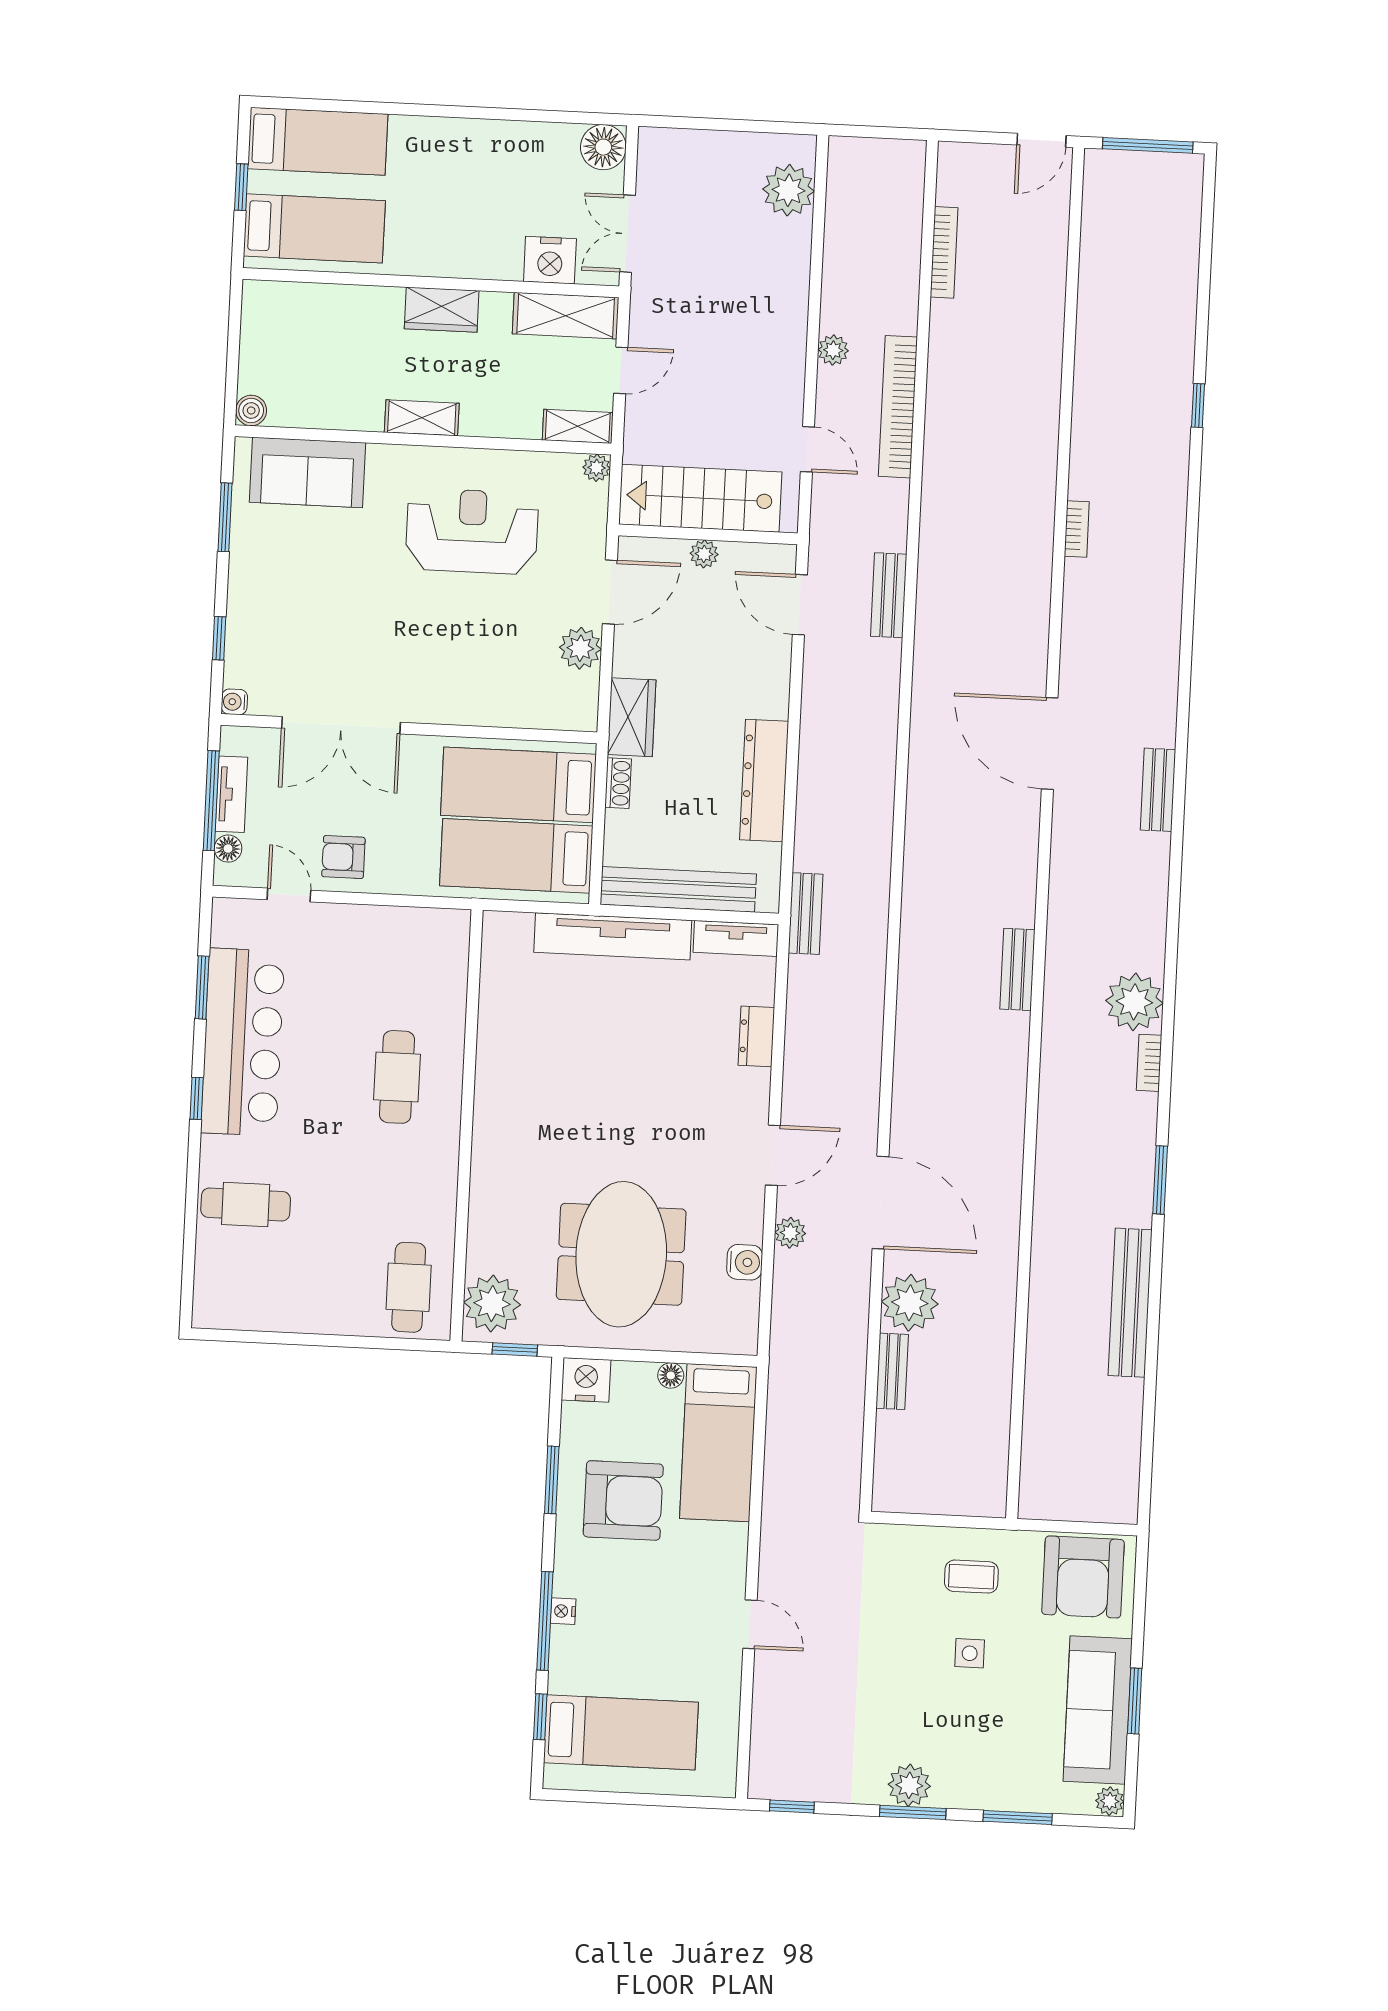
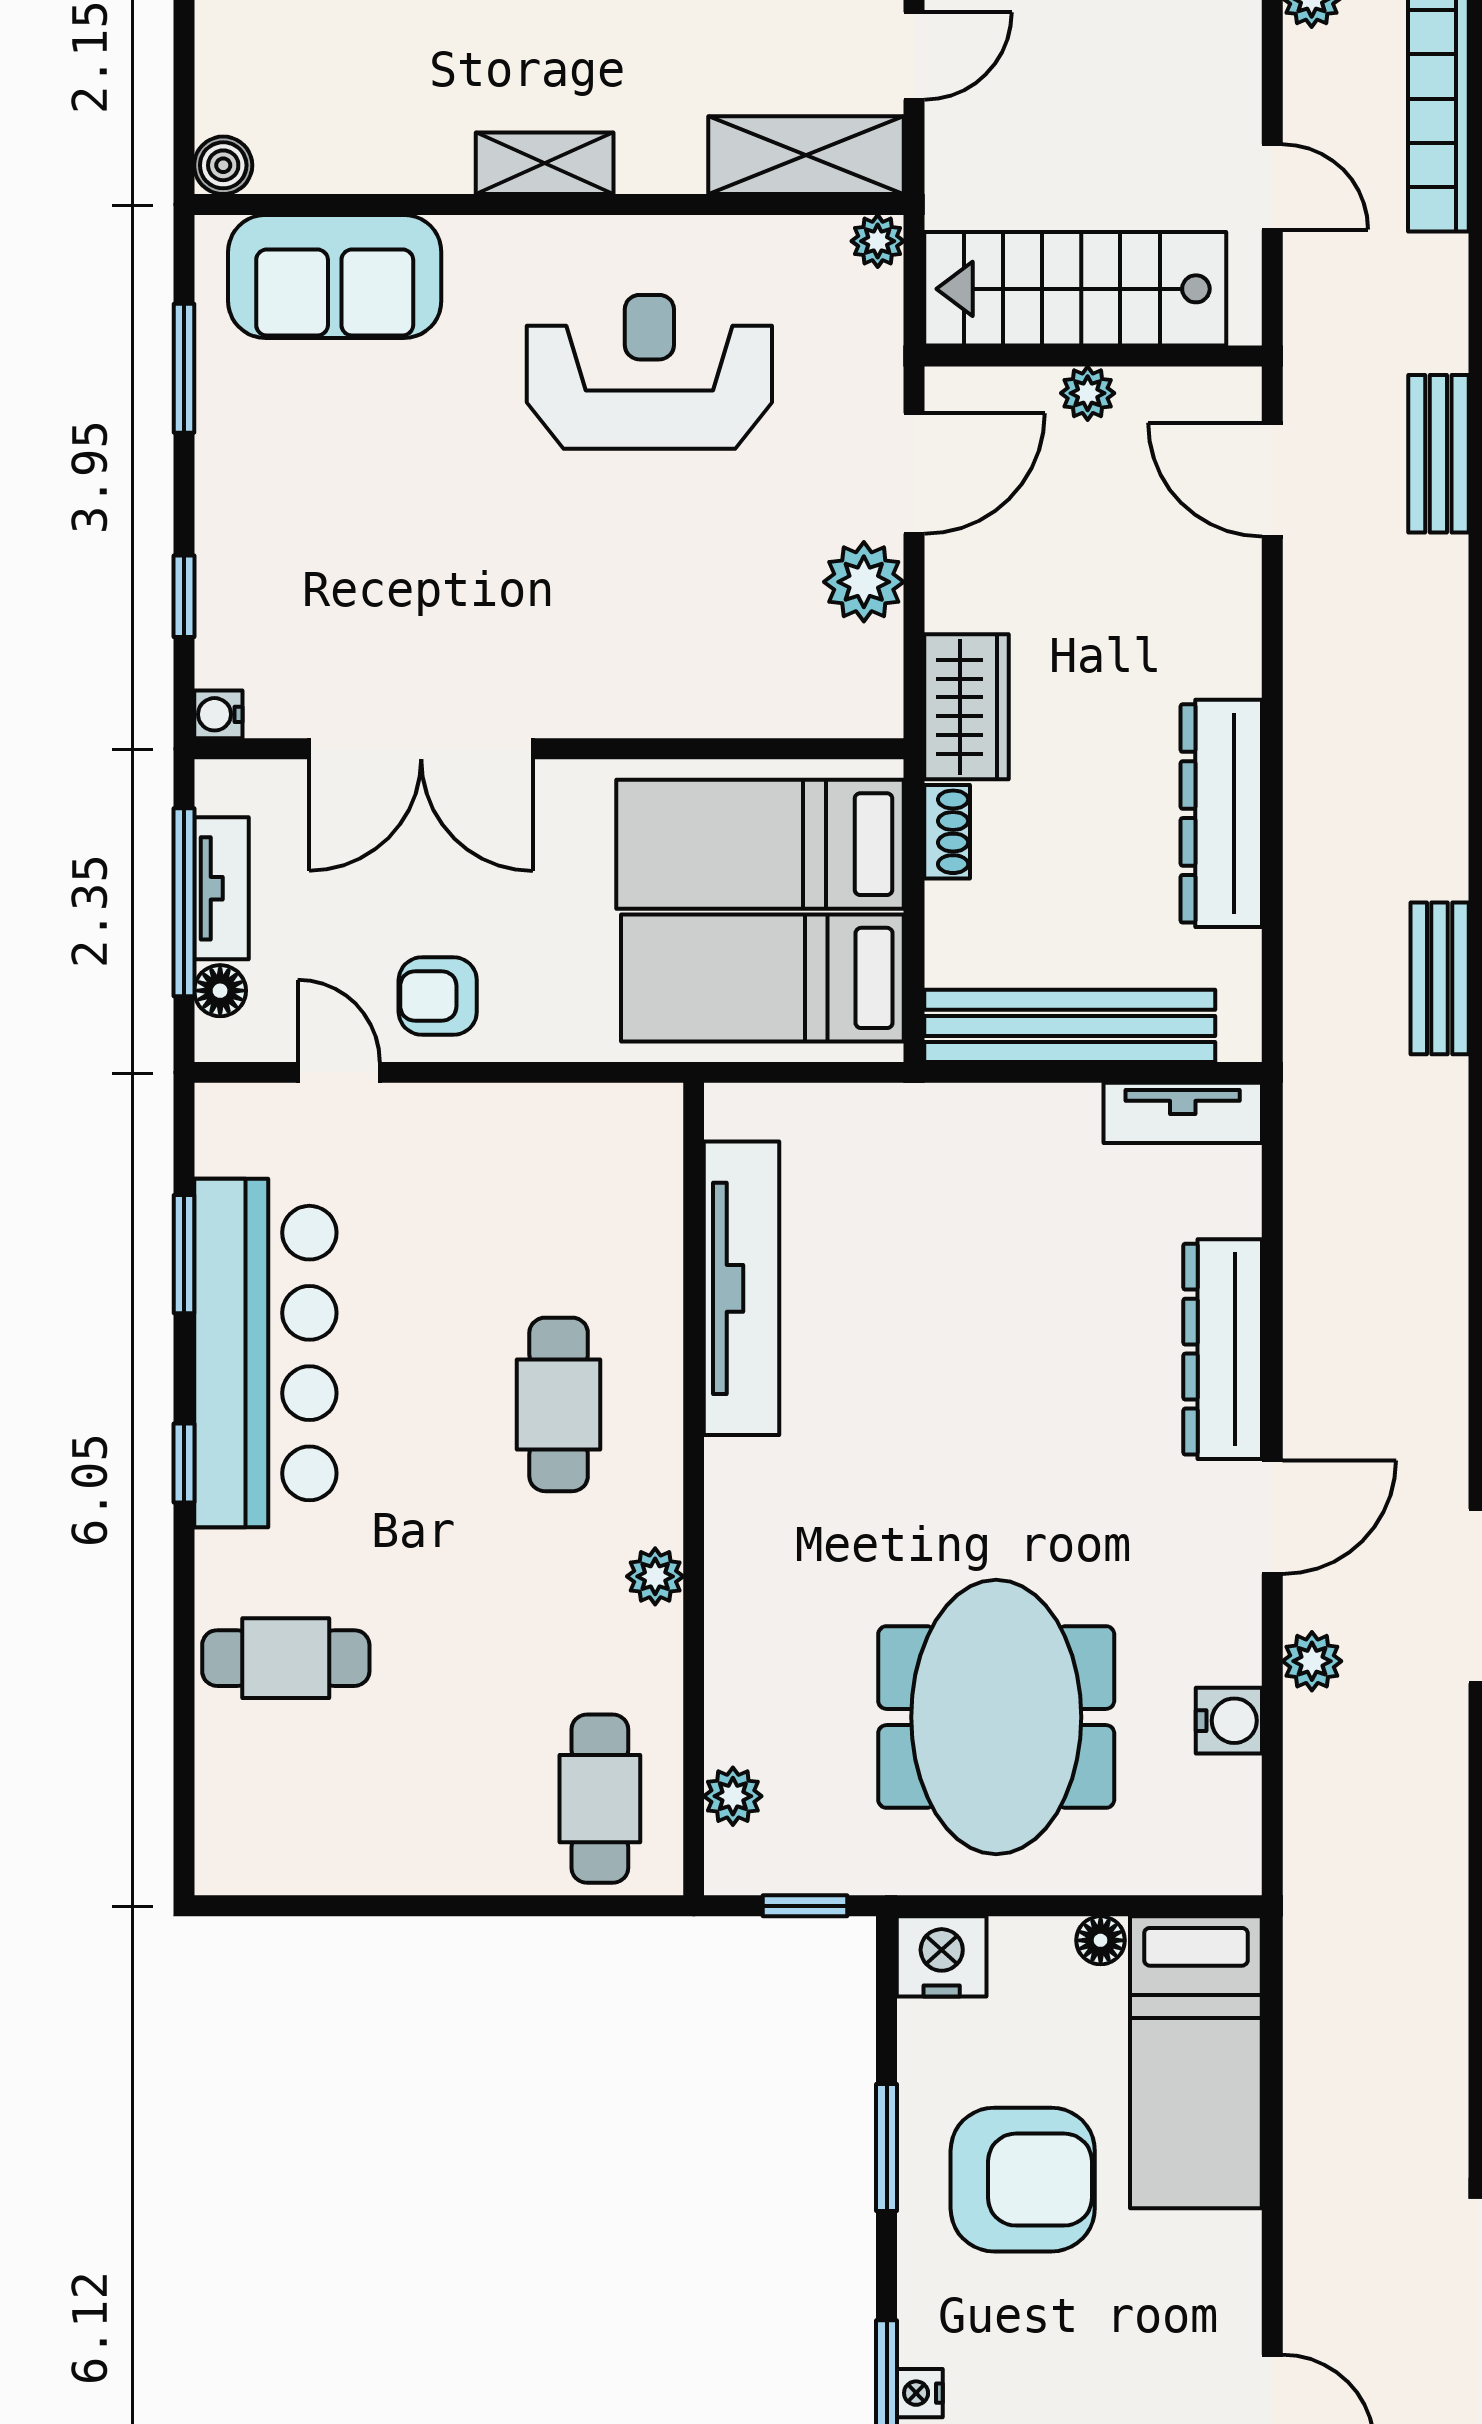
shelving: (578, 426) -> (806, 155), width x1.50, depth x1.33
bench: (806, 914) -> (1440, 978), moved
tv unit: (613, 936) -> (742, 1288), moved, turned -90
dresser: (756, 1036) -> (1223, 1349), width x1.96, depth x1.24
plant: (444, 1171) -> (655, 1576), added
plant: (492, 1303) -> (733, 1796), width x0.53, depth x0.53

